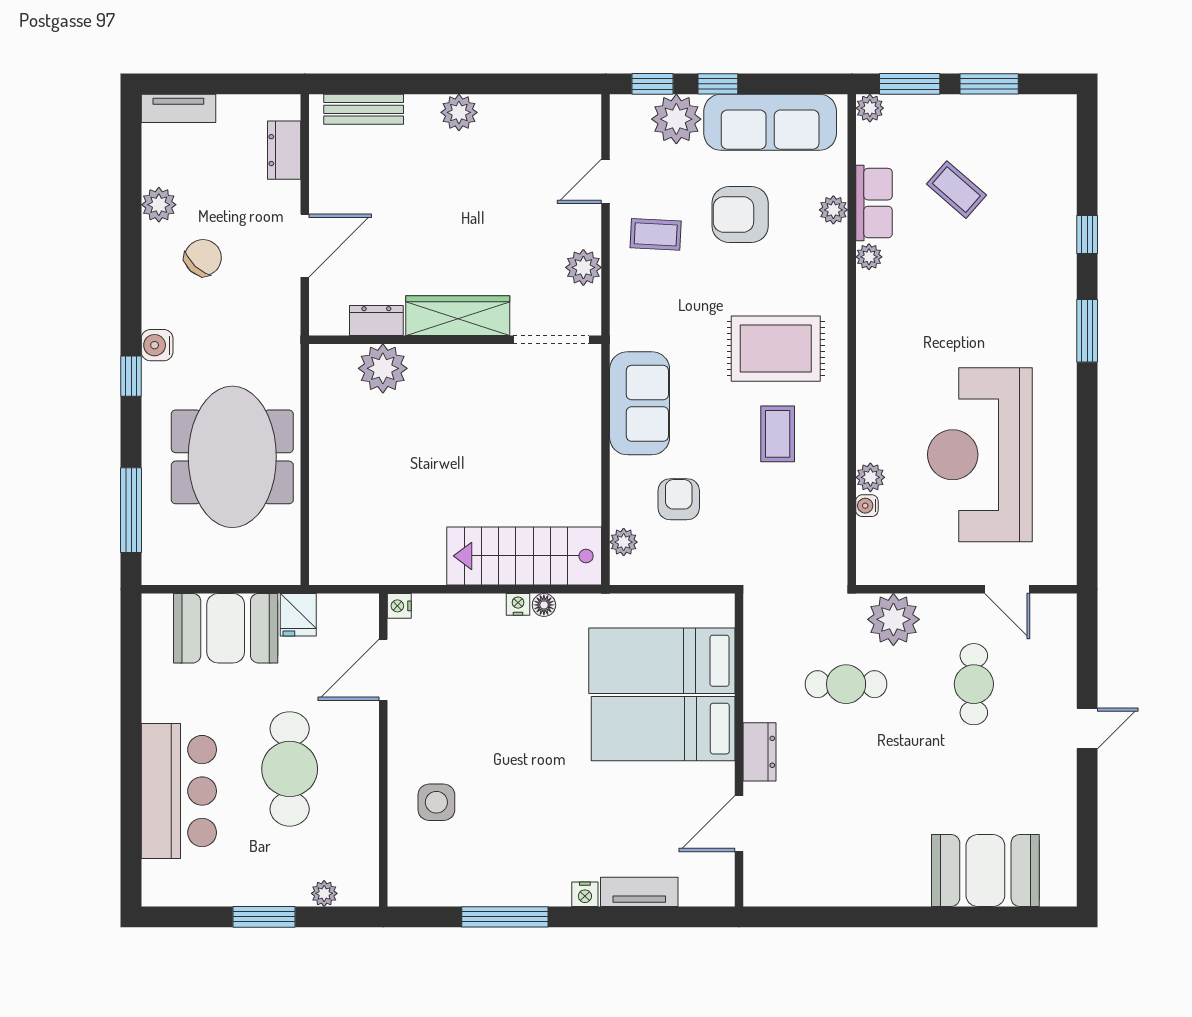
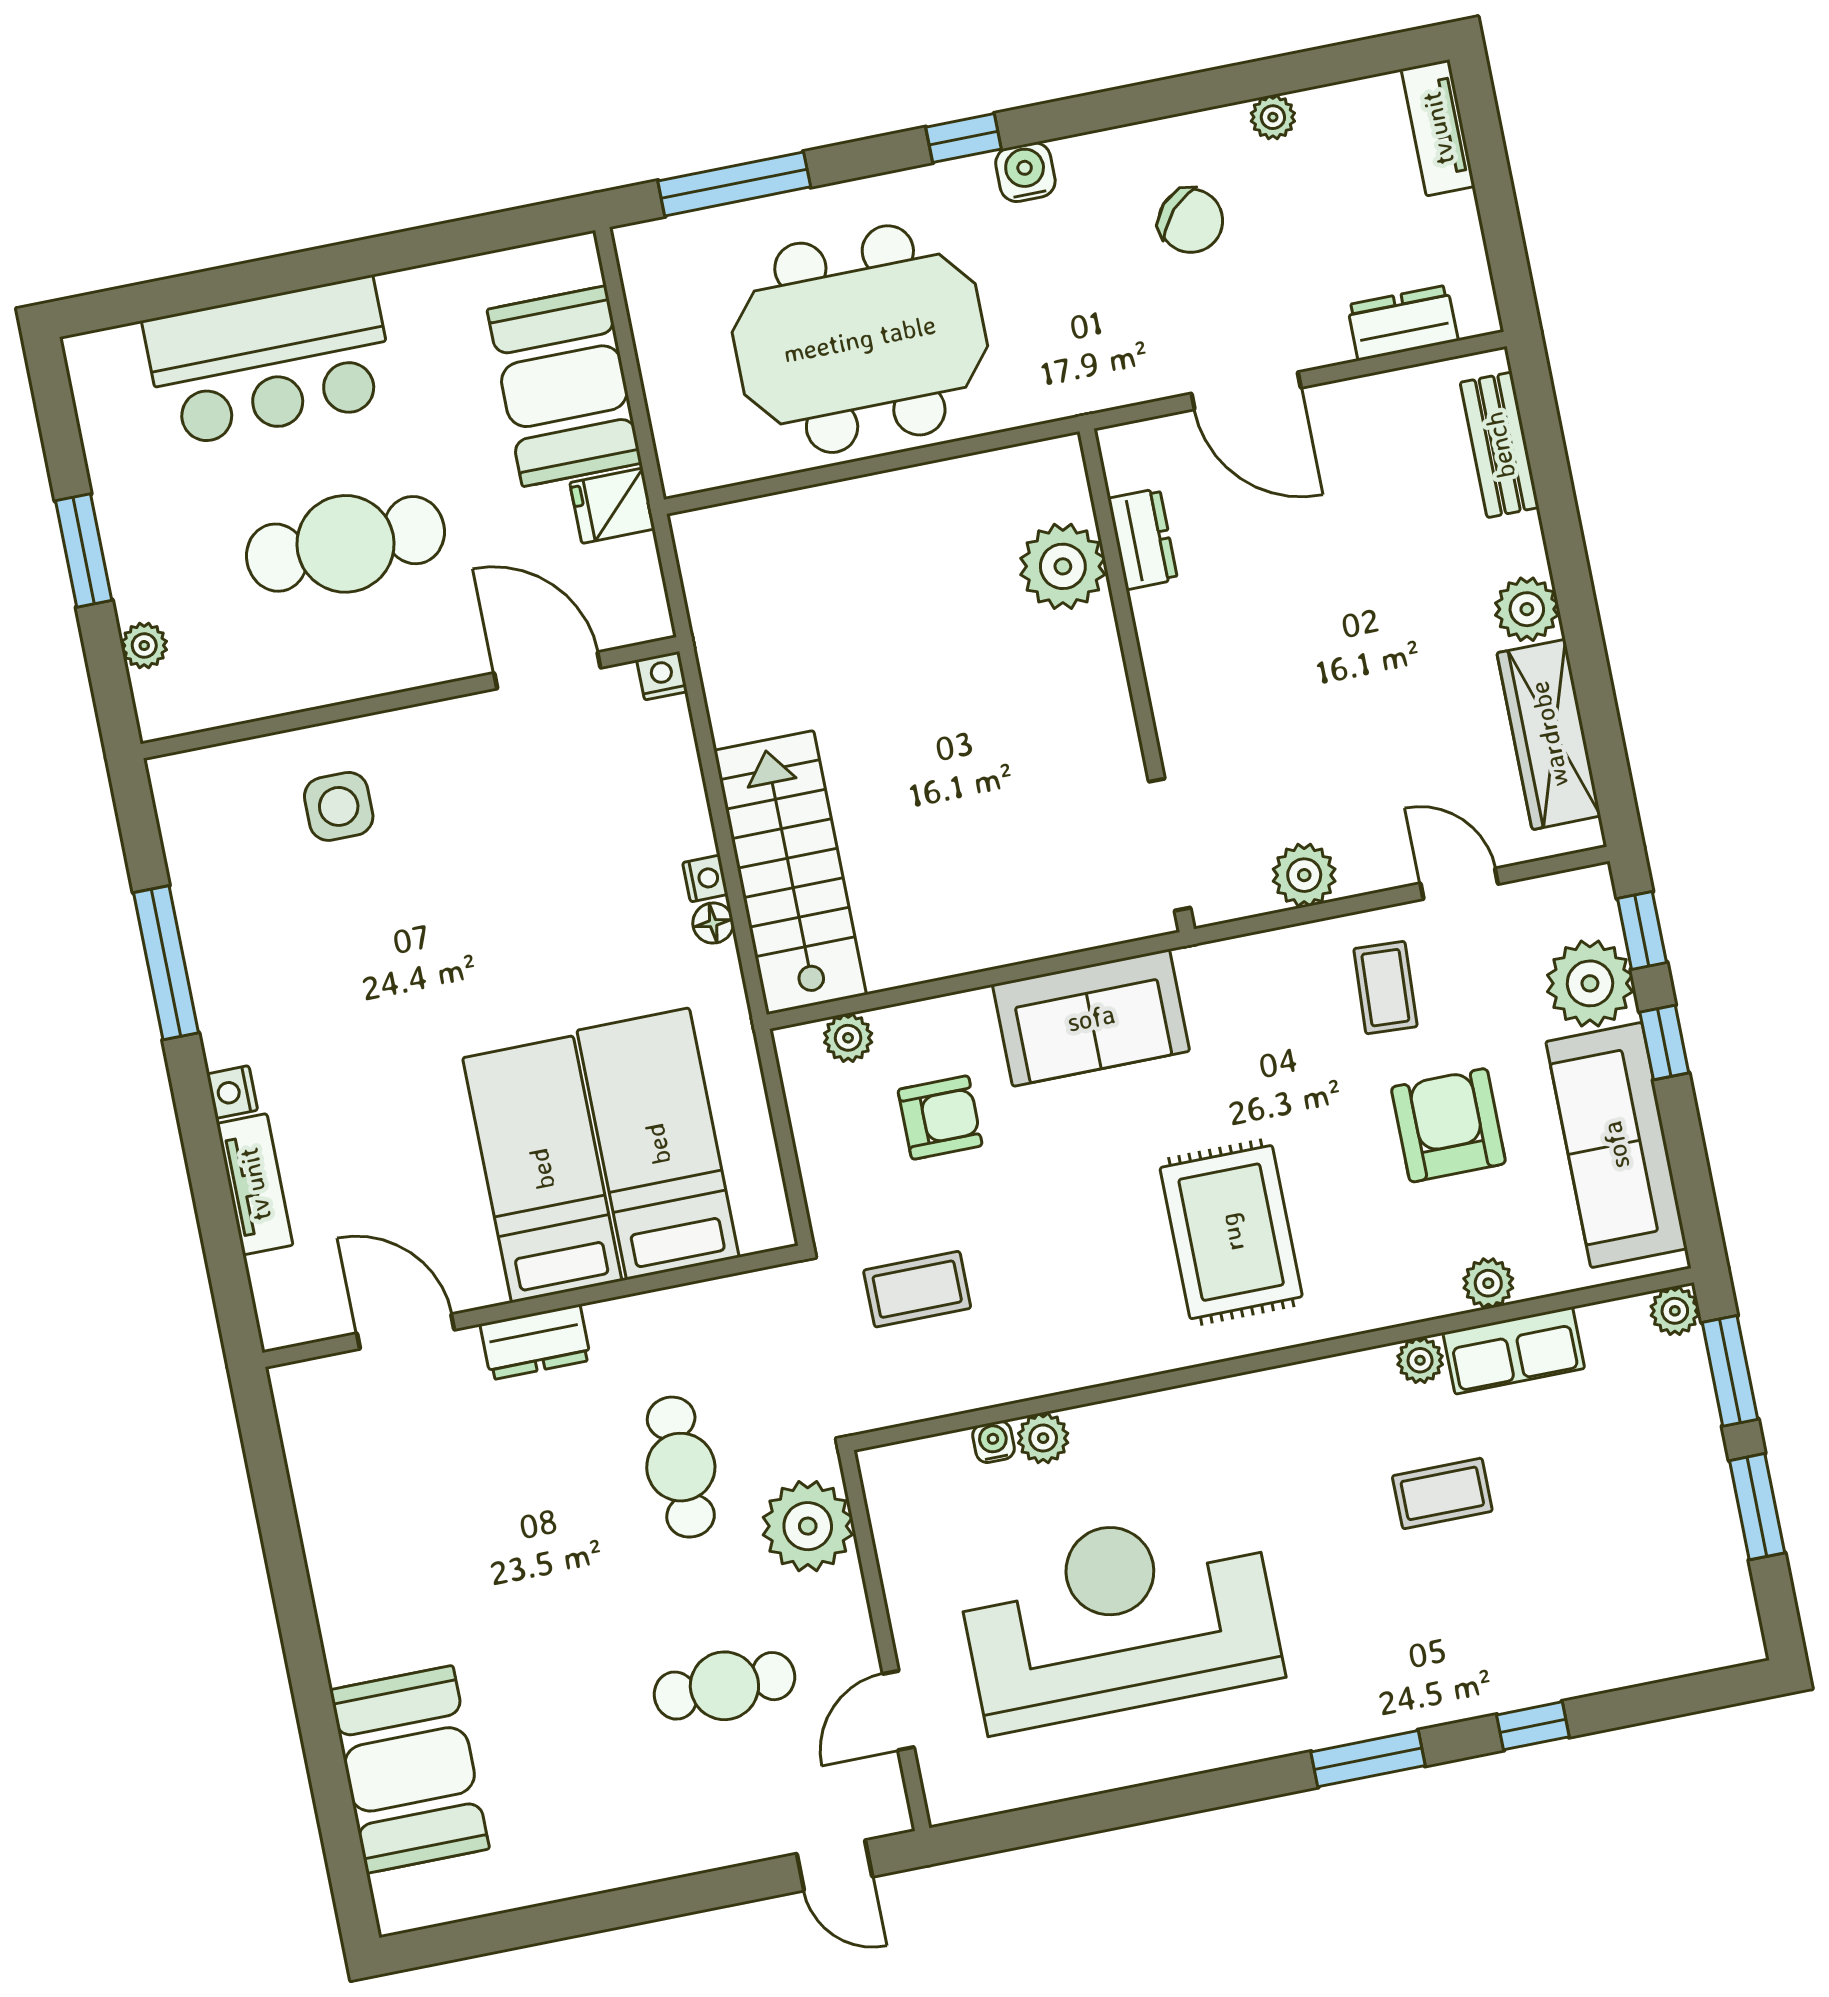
coffee table: (956, 190) -> (1442, 1493), moved, turned 49
plant: (159, 205) -> (1273, 117), width x0.73, depth x0.73
wardrobe: (458, 316) -> (1549, 734), moved, turned 180
coffee table: (778, 434) -> (917, 1289), moved
door: (1087, 729) -> (835, 1865), moved

